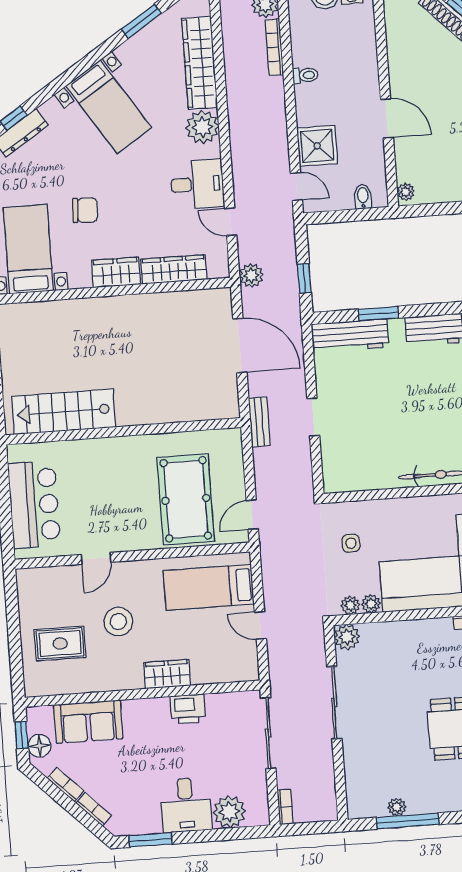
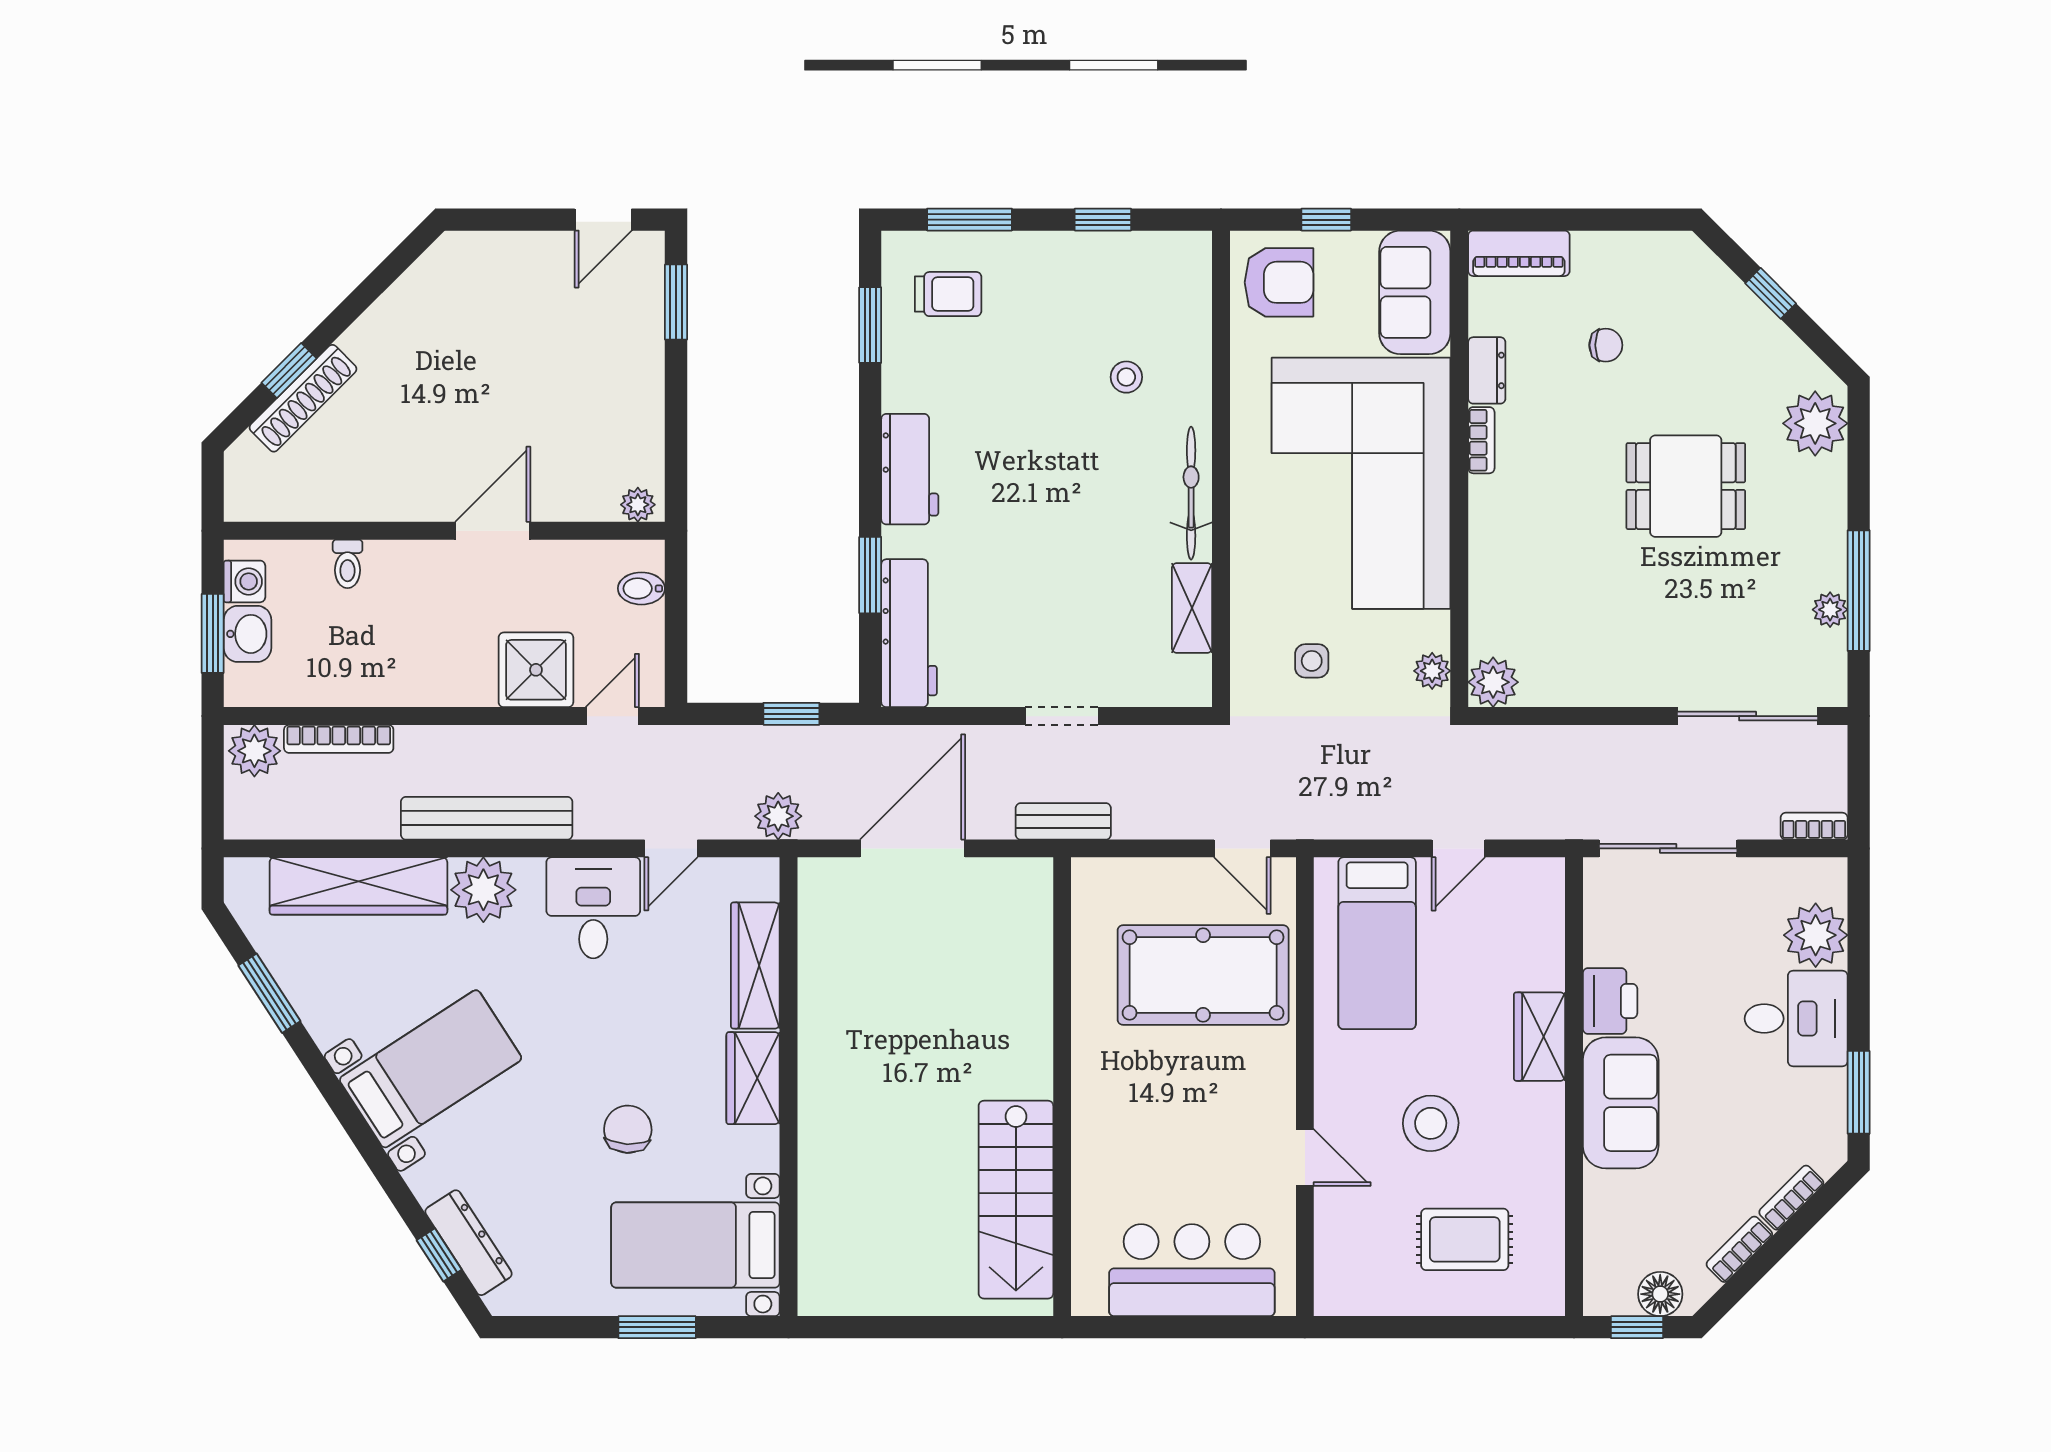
toilet: (305, 75) -> (348, 564), moved, turned 180
bench: (239, 126) -> (487, 818), added
shelving: (374, 480) -> (1192, 608), added
plant: (371, 604) -> (1432, 631), removed
rug: (60, 643) -> (1465, 1239), turned 90
sliding door: (334, 703) -> (1748, 716), moved
sofa: (88, 722) -> (1621, 1103), moved

